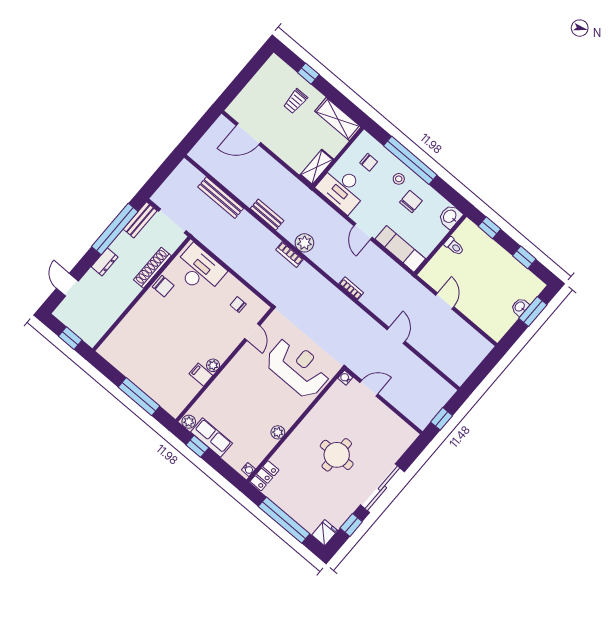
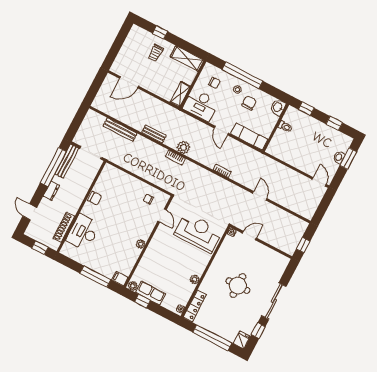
bench: (140, 220) -> (67, 161), width x1.36
shoe rack: (152, 268) -> (64, 227), moved
desk: (199, 270) -> (83, 232), moved, turned -90
door: (445, 301) -> (319, 182), moved
filing cabinet: (201, 375) -> (120, 279), moved
locker: (265, 476) -> (195, 306), width x1.53

